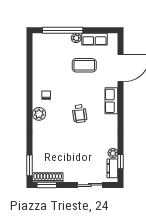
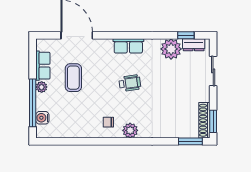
water cooler: (50, 39) -> (42, 118), added
row of seats: (111, 101) -> (128, 46), moved
plant: (113, 153) -> (171, 49), width x1.87, depth x1.87

